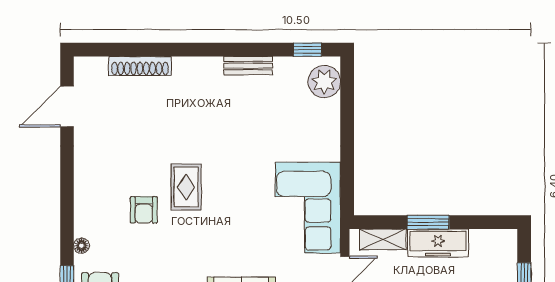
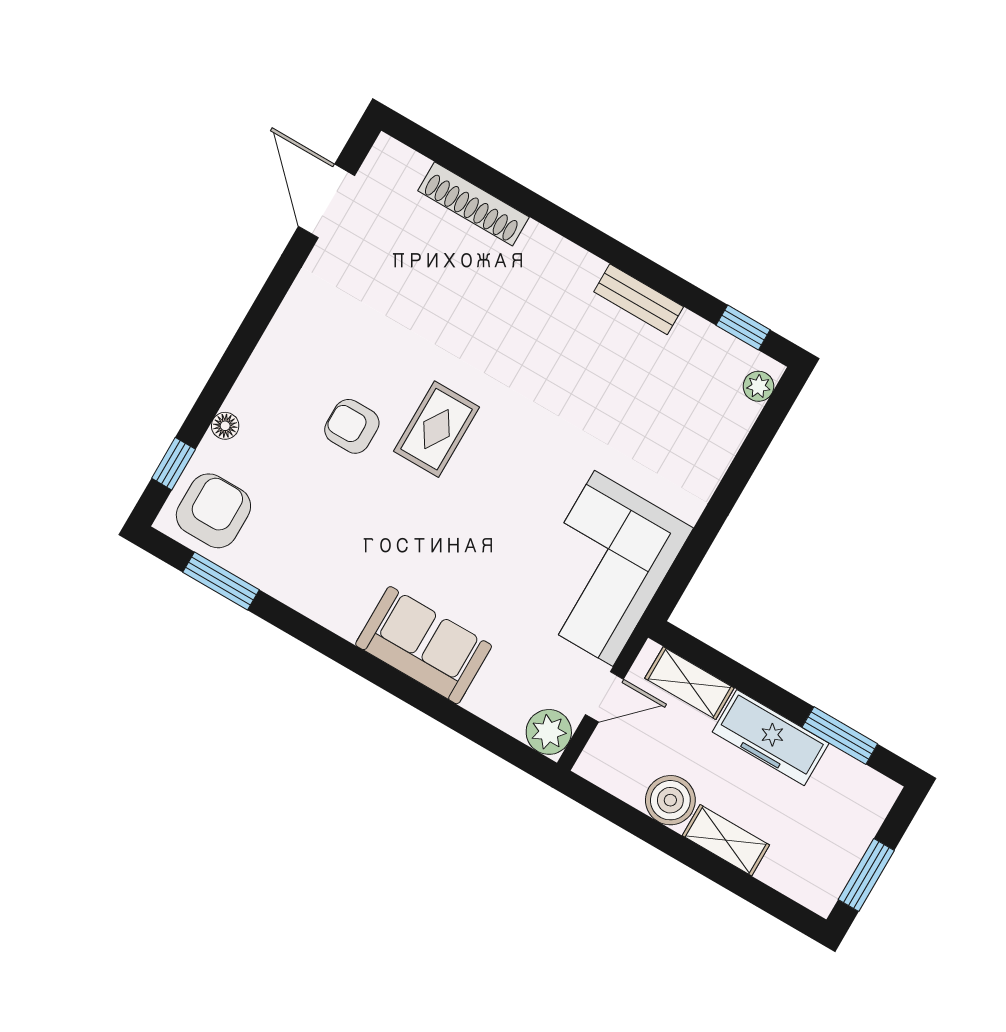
plant: (324, 82) -> (758, 386), width x0.53, depth x0.53
door: (67, 106) -> (327, 201), hinge flipped
armchair: (144, 210) -> (352, 426), turned 90
window: (428, 222) -> (840, 736), moved

